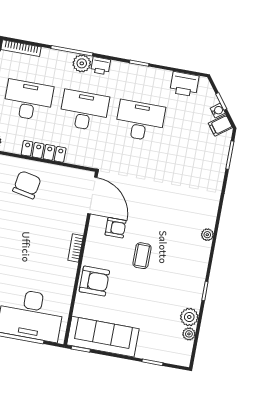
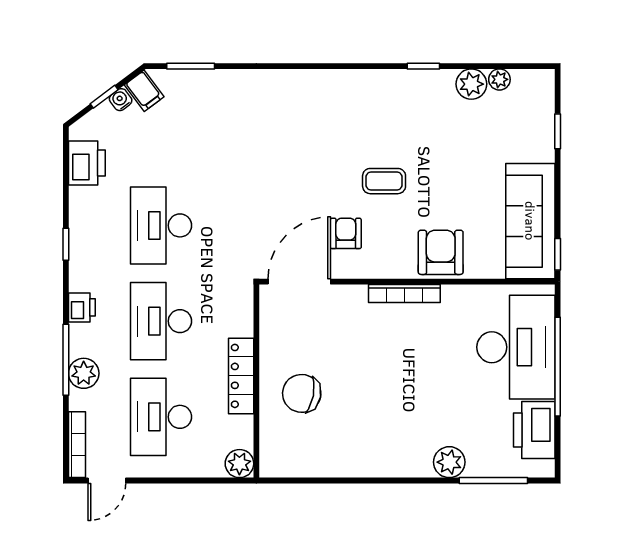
plant: (82, 63) -> (84, 373), moved
plant: (207, 235) -> (329, 79), removed
bookcase: (76, 248) -> (404, 293), width x1.56

